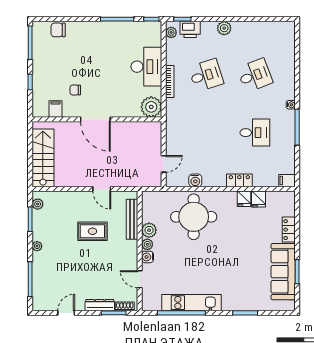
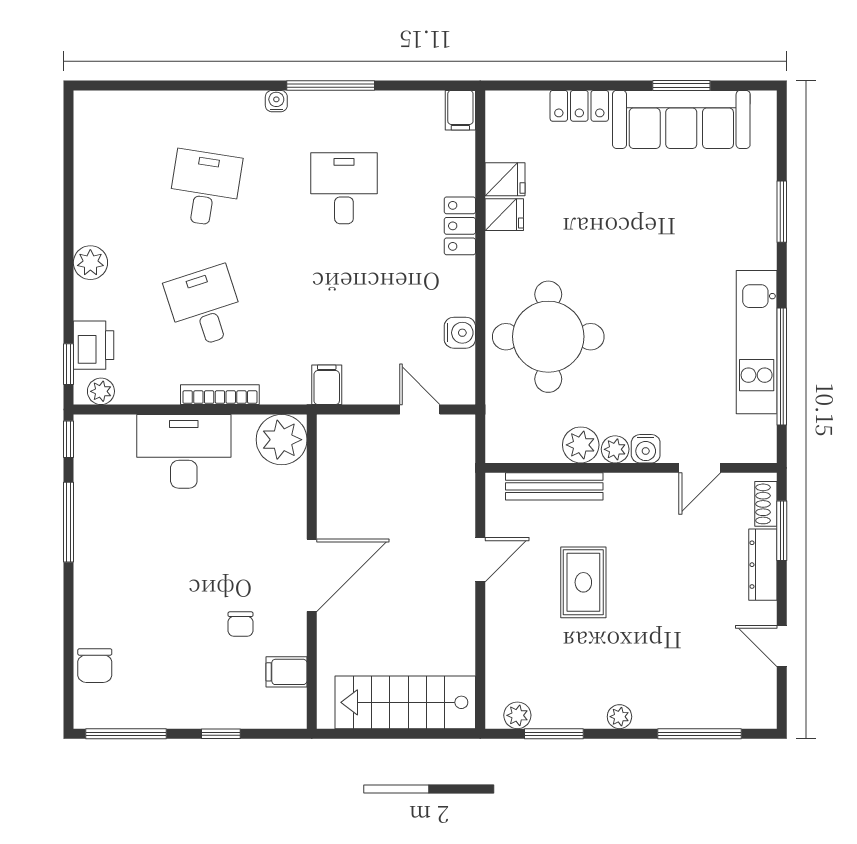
desk: (255, 75) -> (205, 188), turned 30
filing cabinet: (174, 126) -> (327, 385), added

